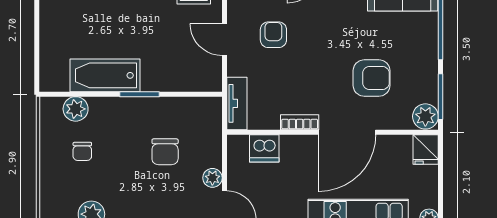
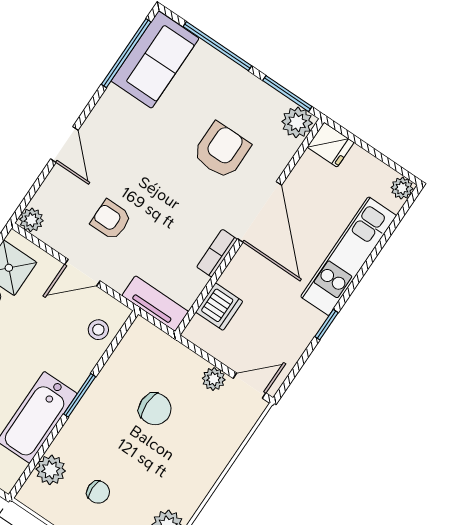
stool: (193, 77) -> (98, 330), added

